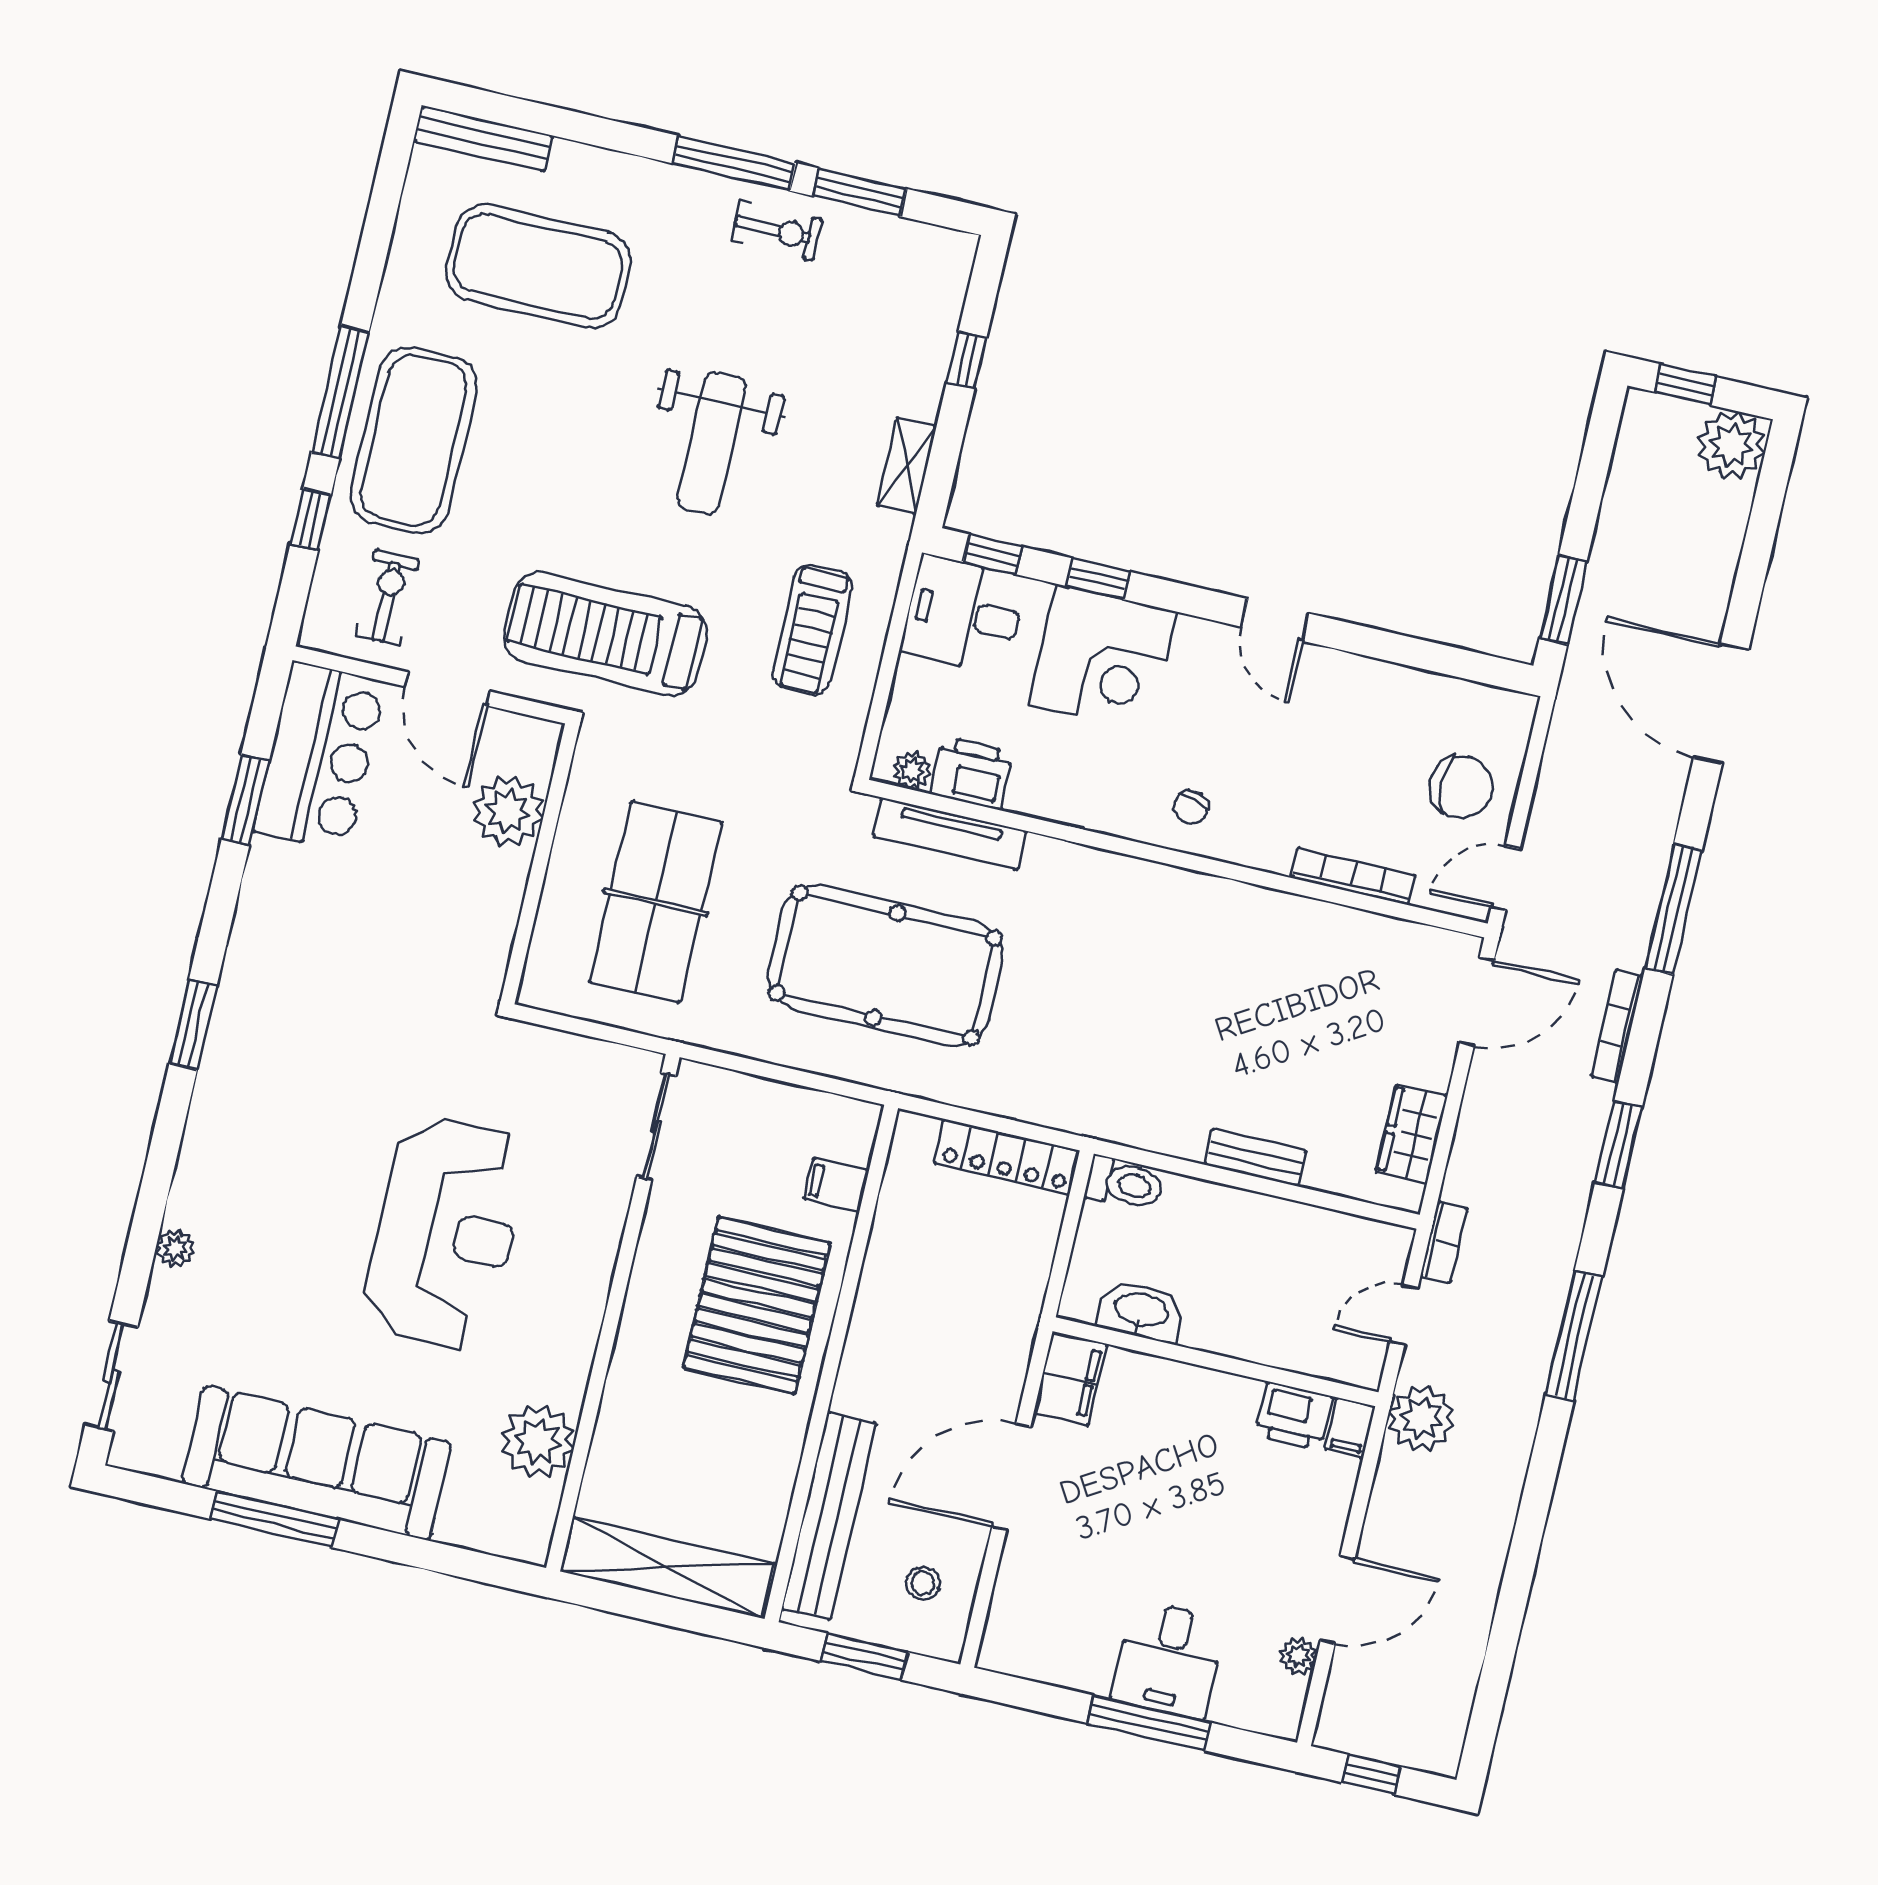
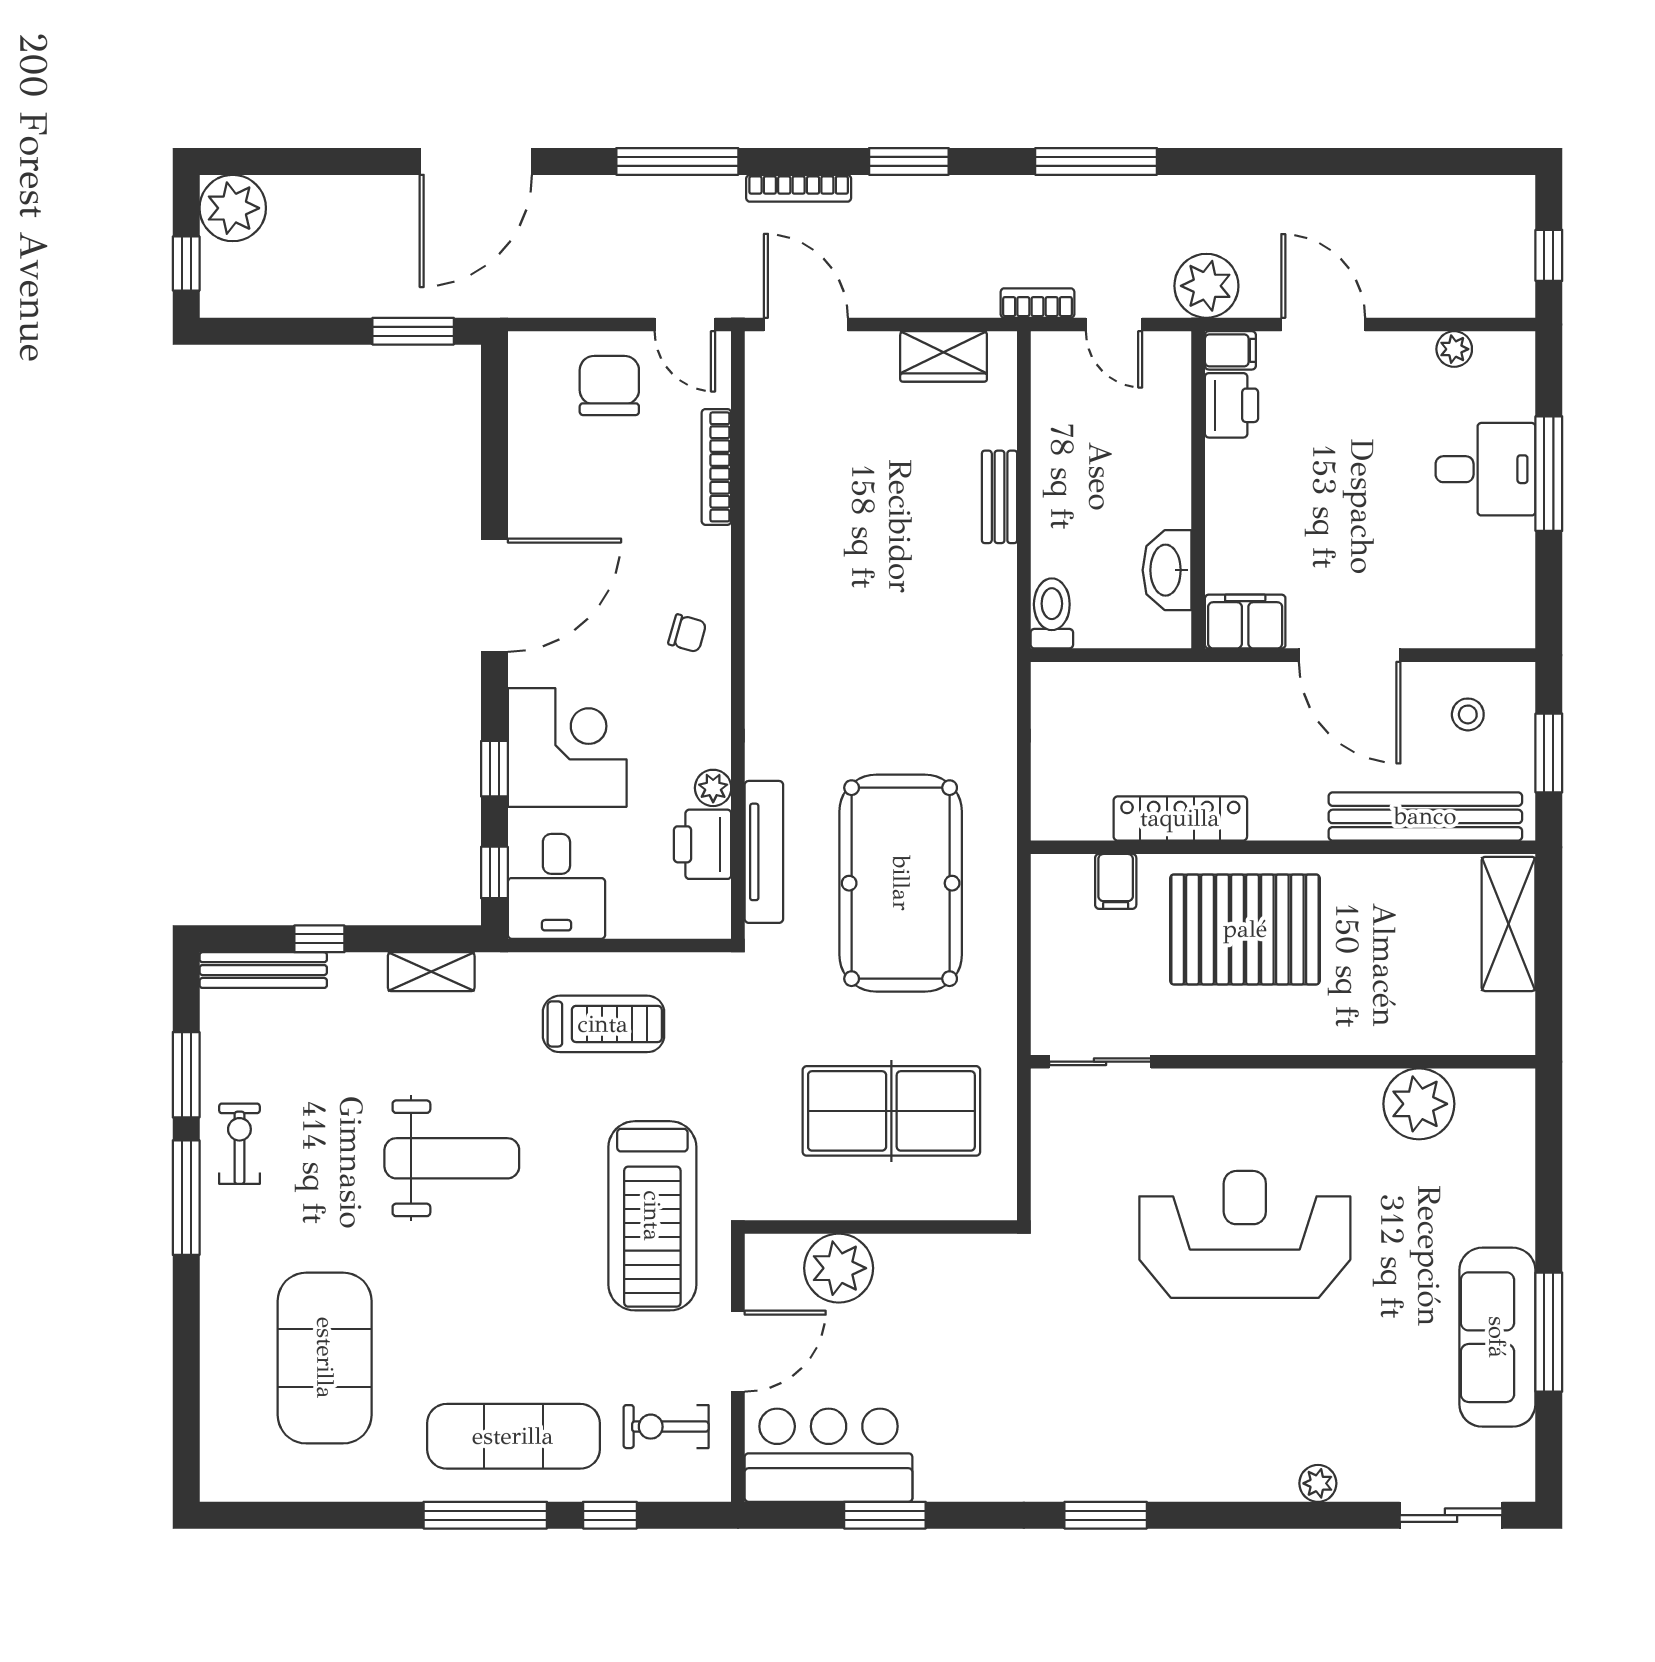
bench: (484, 138) -> (263, 970), moved, turned 90
exercise mat: (414, 440) -> (513, 1436), width x0.68
door: (1275, 620) -> (494, 595), width x1.88
plant: (912, 770) -> (713, 788), moved
locker: (1007, 1157) -> (1180, 818), moved, turned -90
sofa: (317, 1463) -> (1497, 1337), width x0.74, depth x0.79
shelving: (668, 1568) -> (1509, 924), width x0.68
door: (1338, 1600) -> (1323, 325), moved

